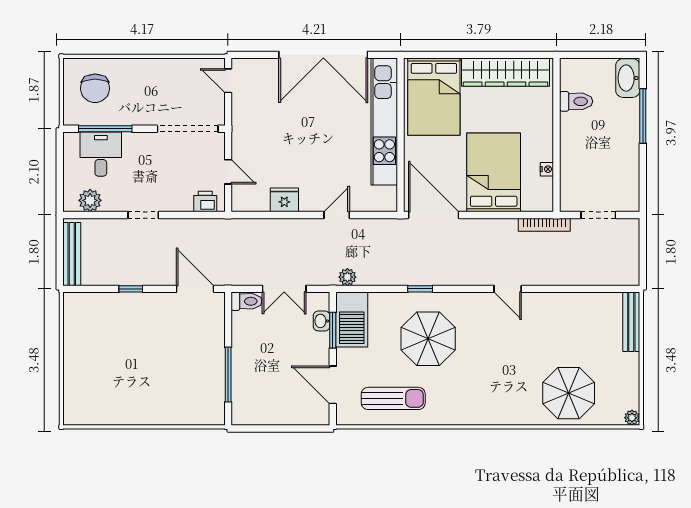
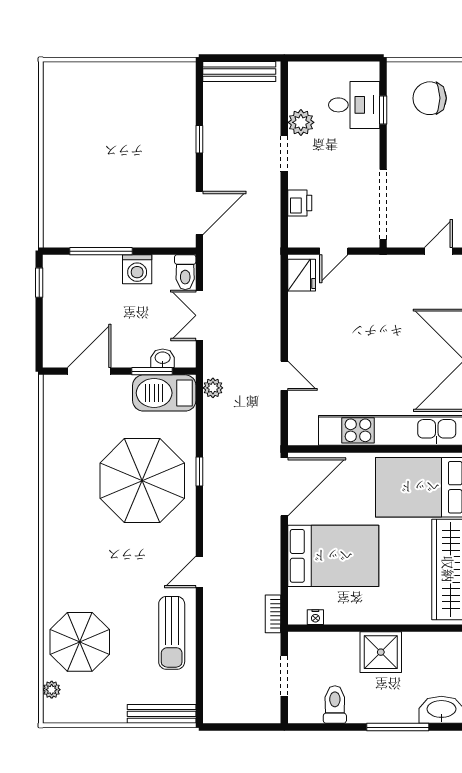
toilet: (576, 101) -> (335, 705), moved, turned 180
window: (105, 129) -> (383, 110), width x0.46
shower: (578, 131) -> (381, 652), added
nightstand: (547, 169) -> (315, 617), moved
plant: (90, 200) -> (301, 122), moved
fridge: (284, 200) -> (302, 275), moved
printer: (205, 202) -> (300, 203), moved
bookcase: (544, 225) -> (273, 614), width x0.64
parasol: (428, 339) -> (142, 481), width x1.36, depth x1.36
washing machine: (244, 343) -> (137, 269), added
sun lounger: (393, 398) -> (172, 633), moved
plant: (632, 418) -> (52, 690), moved
window: (256, 428) -> (39, 283), added

